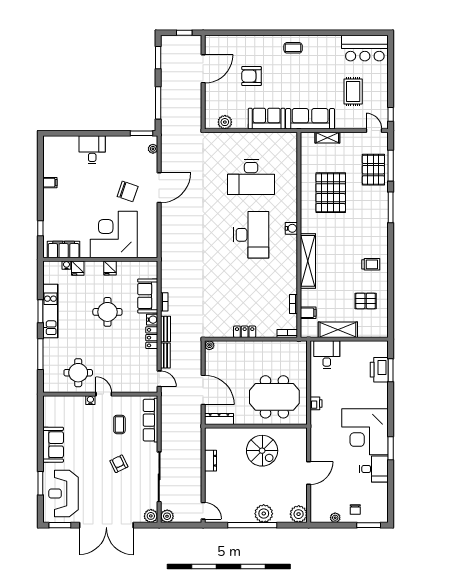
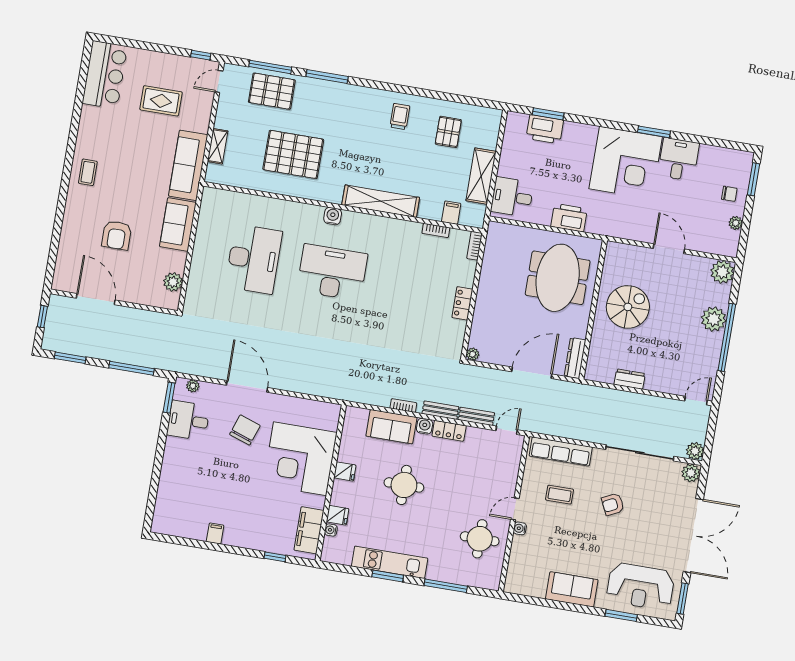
desk: (92, 150) -> (188, 420), moved
printer: (316, 403) -> (569, 218), width x1.87, depth x1.48

